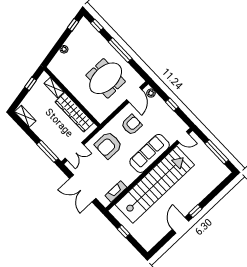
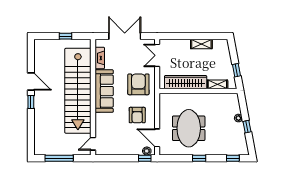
window: (73, 25) -> (247, 127), moved
window: (120, 50) -> (199, 158), width x0.46
window: (172, 105) -> (145, 158), moved
shelving: (25, 116) -> (201, 44), moved
window: (48, 151) -> (176, 36), removed
sofa: (150, 153) -> (104, 91), moved

